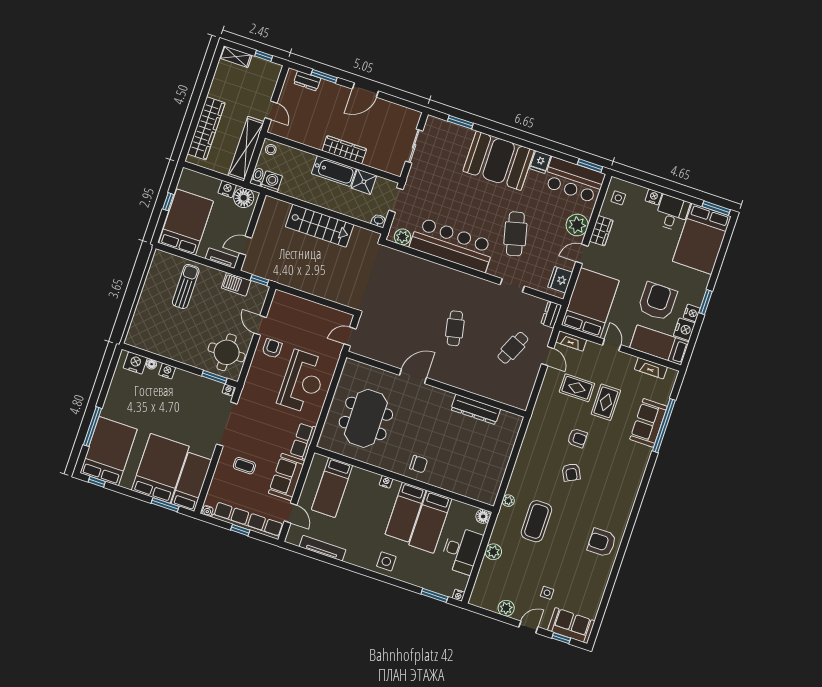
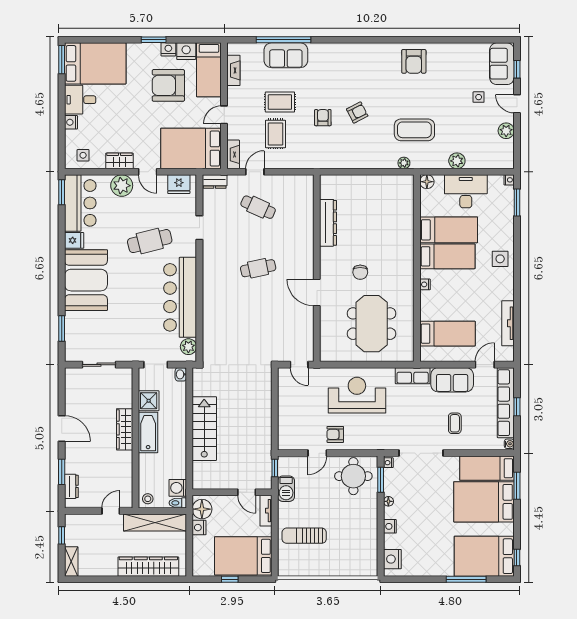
floor lamp: (152, 364) -> (388, 501), moved
meeting table: (366, 418) -> (372, 324), turned 90
chair: (419, 464) -> (360, 272), moved, turned 180

